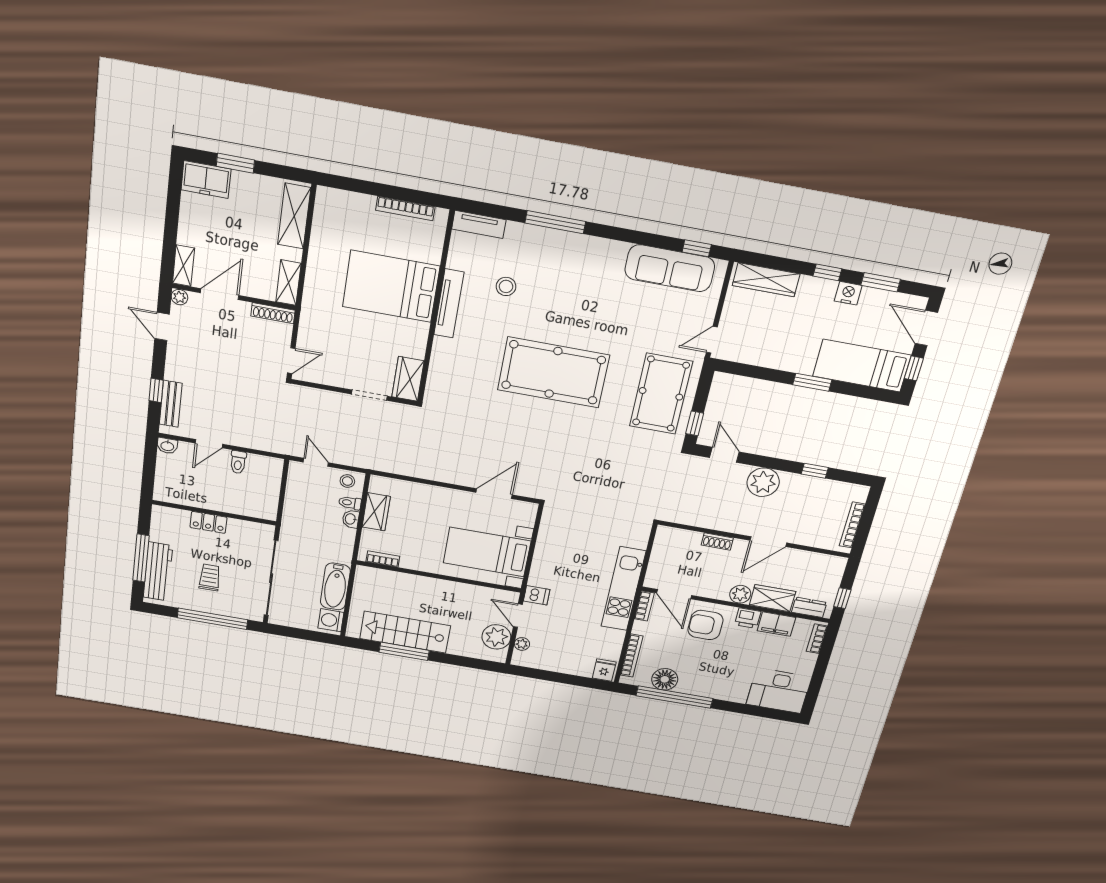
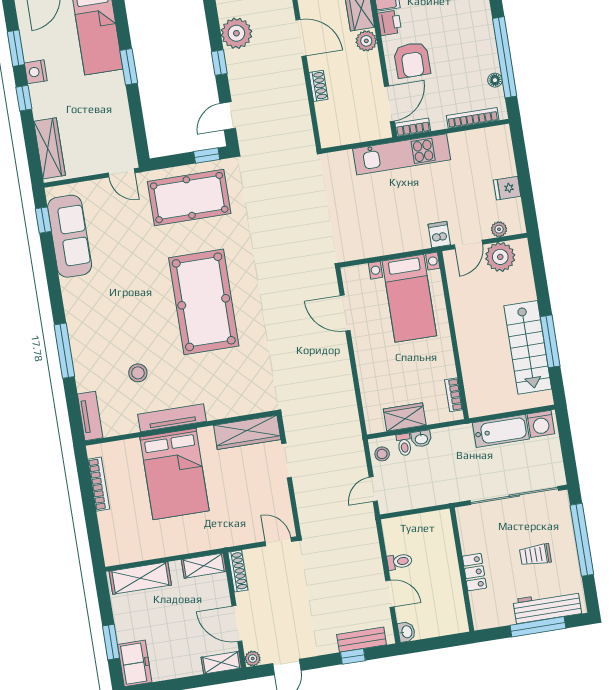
wardrobe: (408, 379) -> (247, 432), width x1.50
window: (815, 471) -> (219, 63), moved
plant: (763, 482) -> (236, 33), moved
fridge: (604, 670) -> (507, 188), moved
floor lamp: (665, 679) -> (495, 80), width x0.53, depth x0.53

